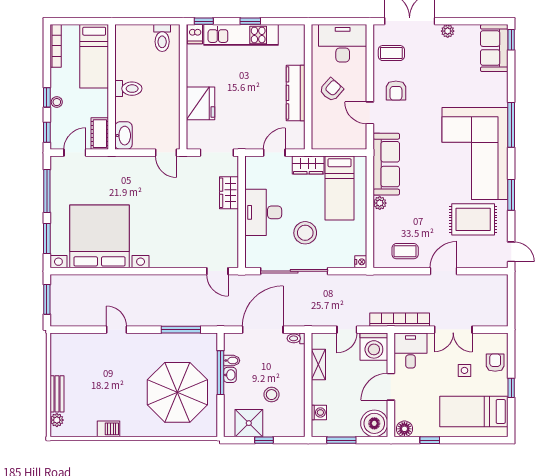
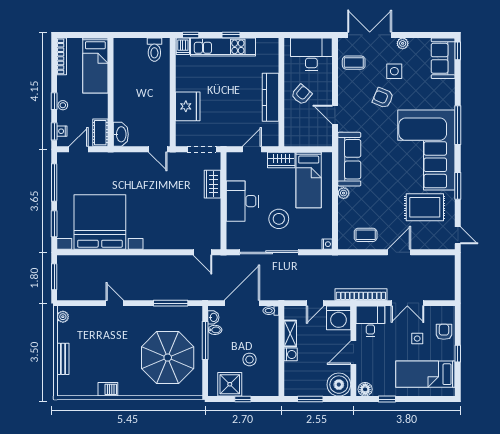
side table: (438, 63) -> (394, 71), added
toilet: (128, 89) -> (125, 93), removed
armchair: (396, 91) -> (383, 98), moved, turned 113
nightstand: (56, 132) -> (62, 131), added
washbasin: (230, 375) -> (213, 317), moved
washing machine: (319, 412) -> (291, 354), moved
plant: (57, 420) -> (63, 317), moved

